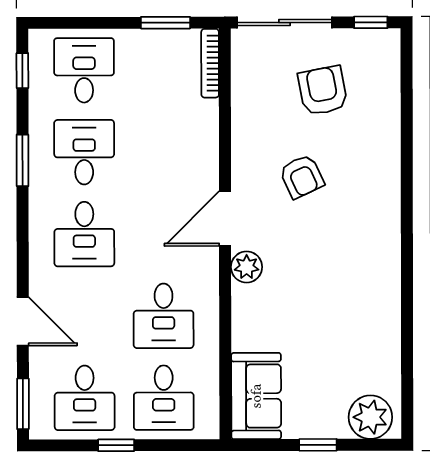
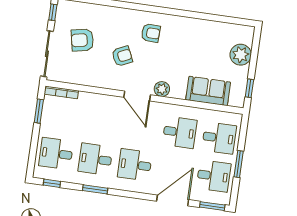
armchair: (357, 228) -> (151, 33), added
desk: (84, 234) -> (135, 165), turned 180
door: (23, 321) -> (173, 200), width x1.36
sofa: (256, 396) -> (208, 91), moved
plant: (370, 417) -> (241, 55), moved
window: (116, 445) -> (239, 164), width x1.50
window: (318, 445) -> (249, 88), moved

